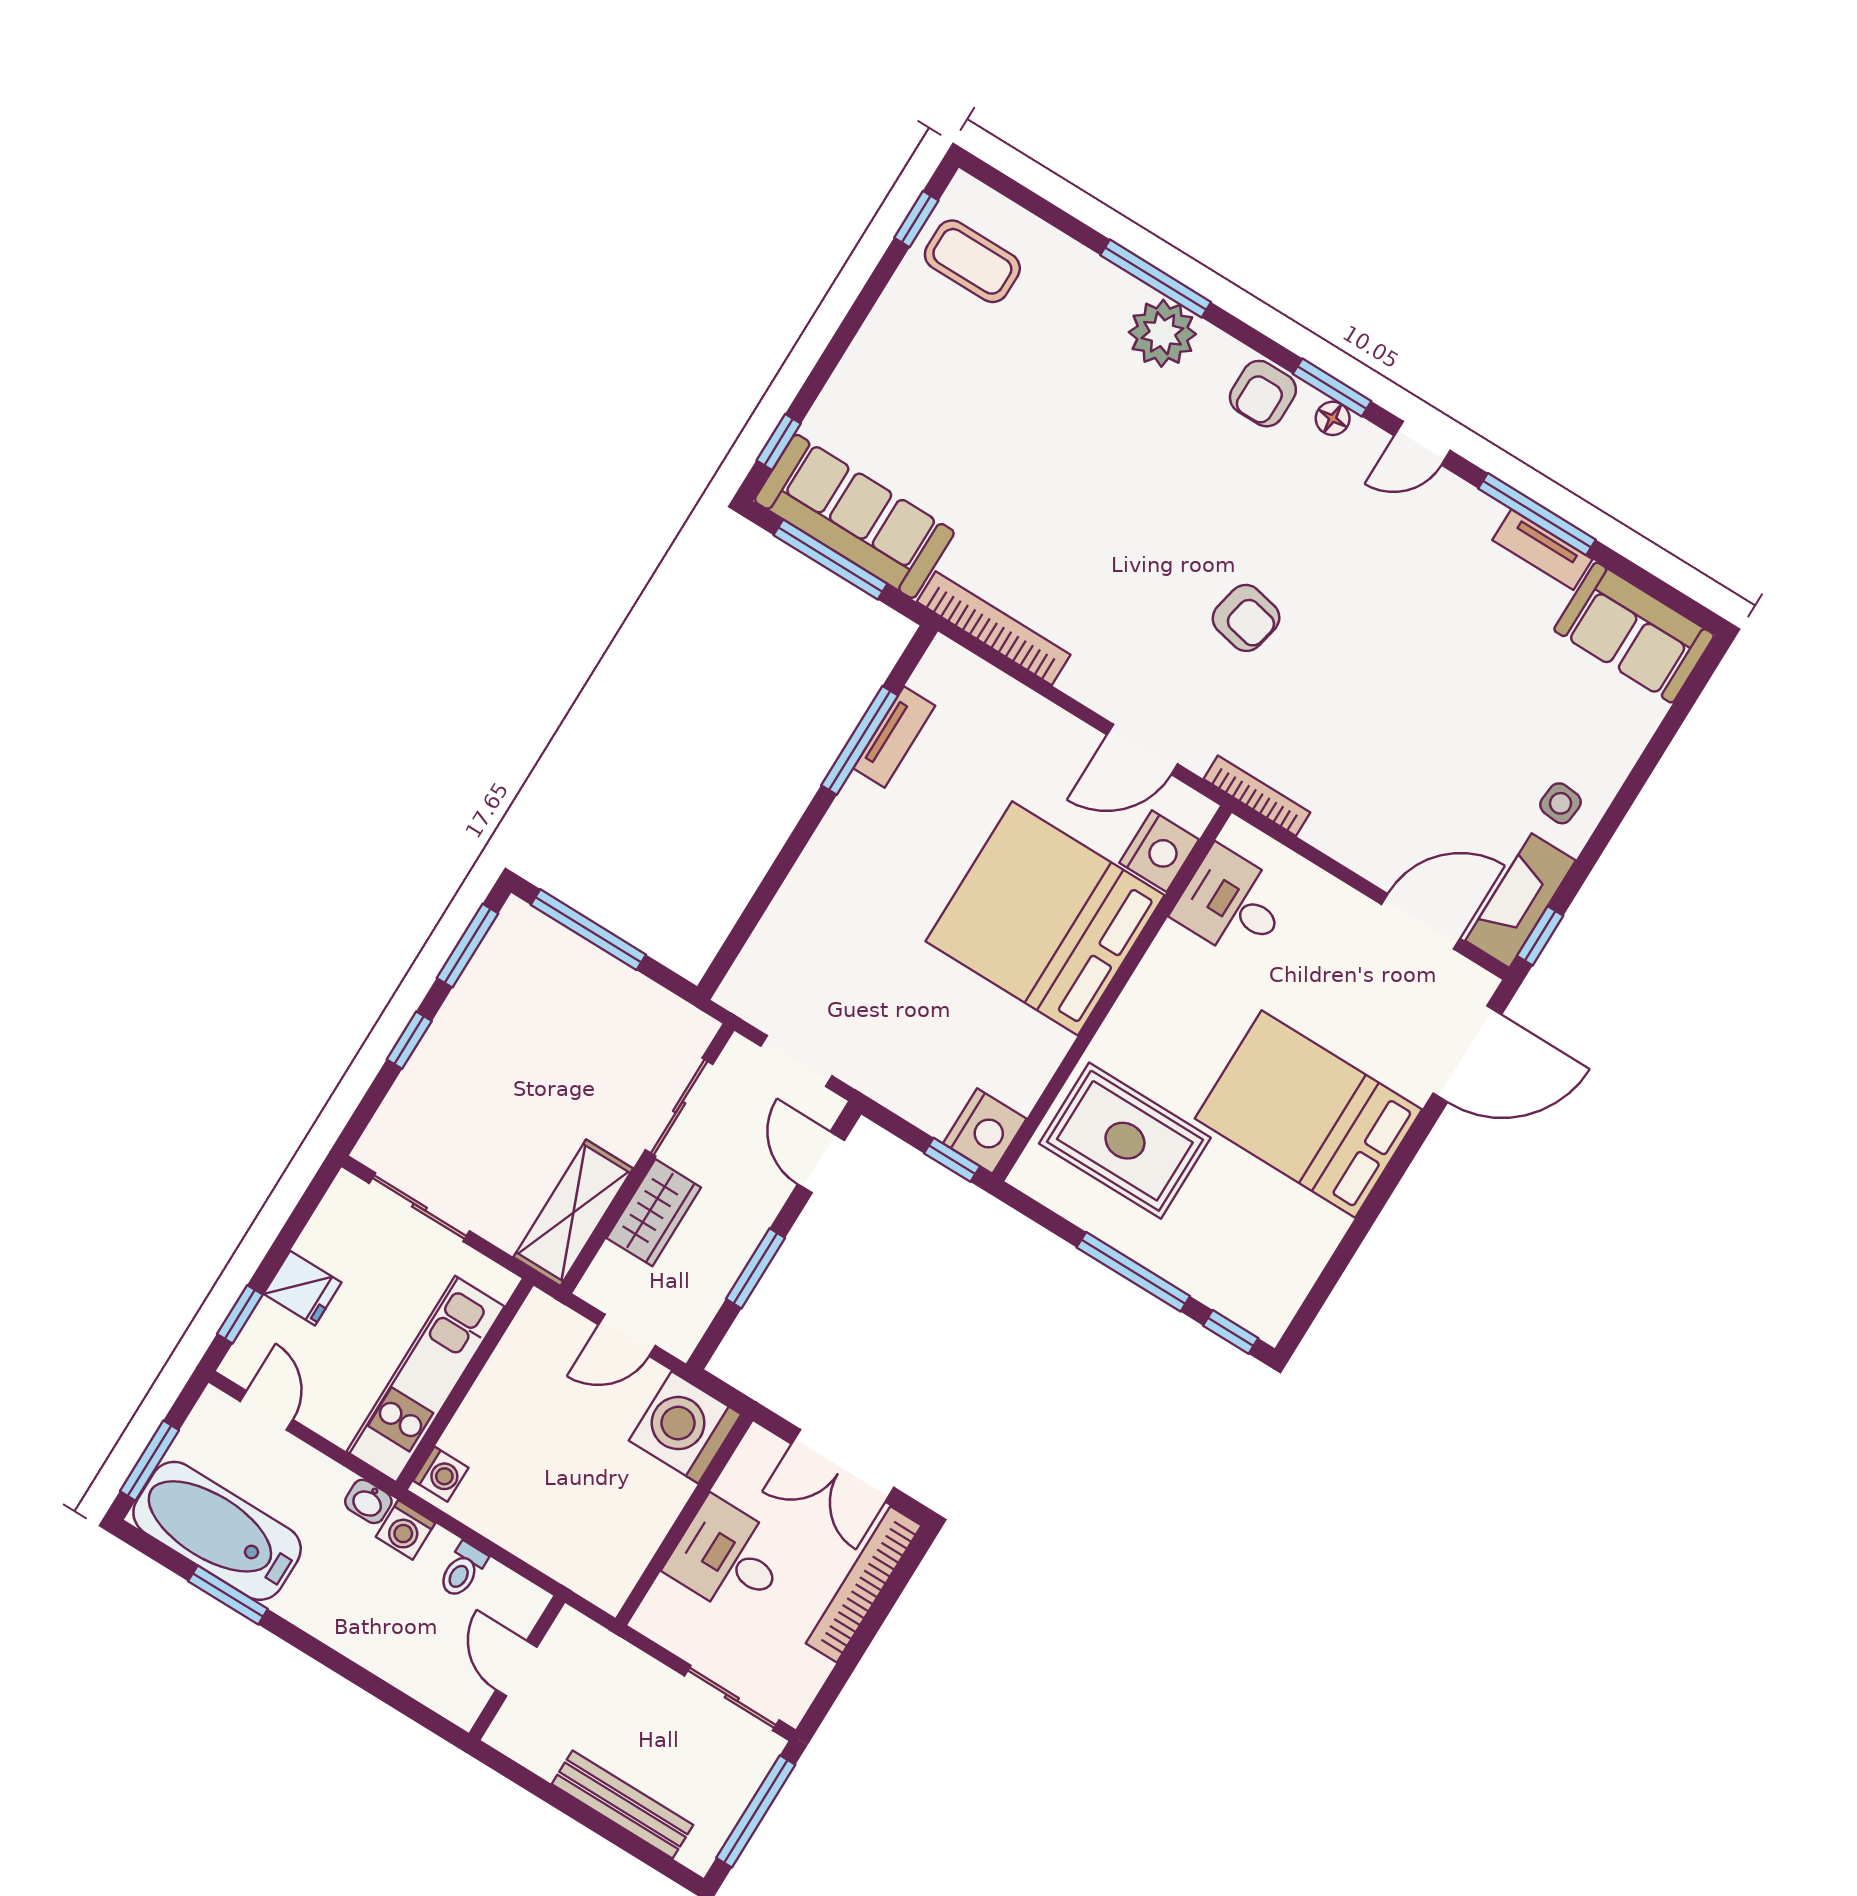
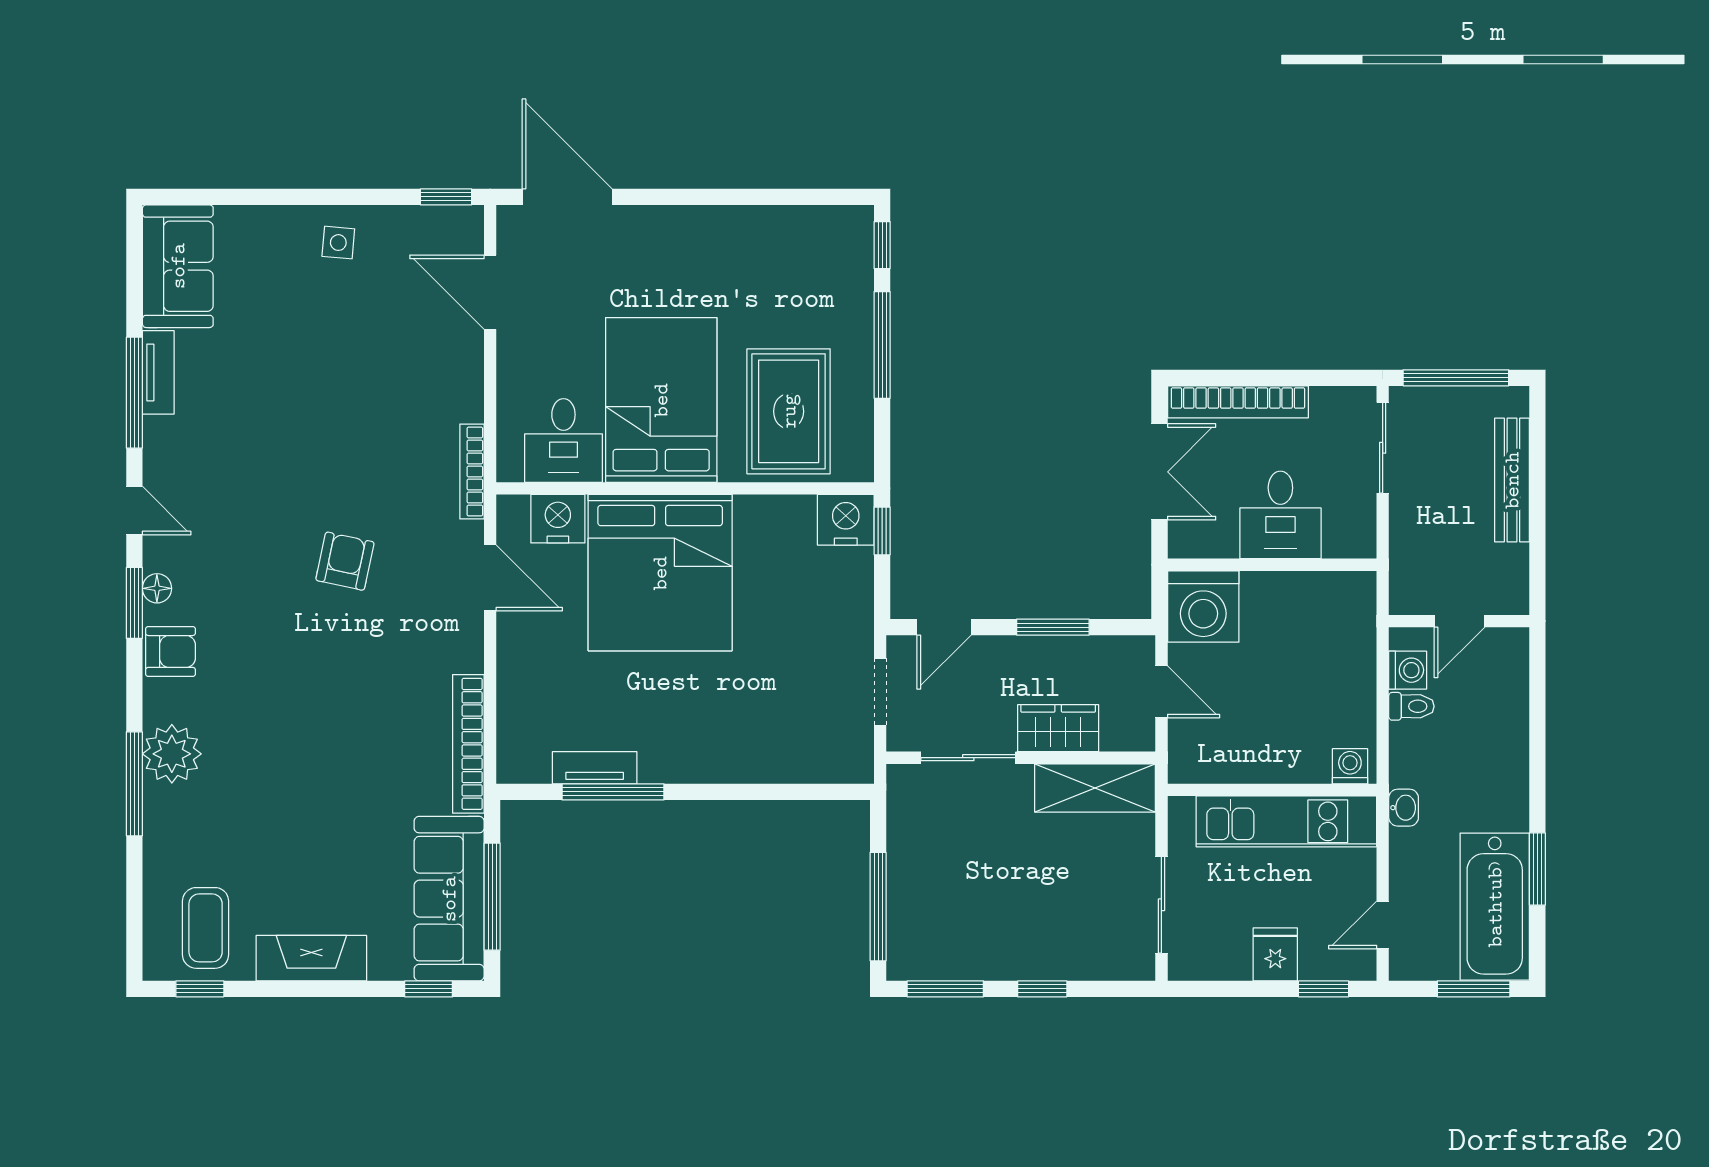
fireplace: (1521, 901) -> (311, 958), moved, turned 180
bed: (1308, 1114) -> (661, 400), moved, turned 180
washing machine: (405, 1530) -> (1408, 670), moved

